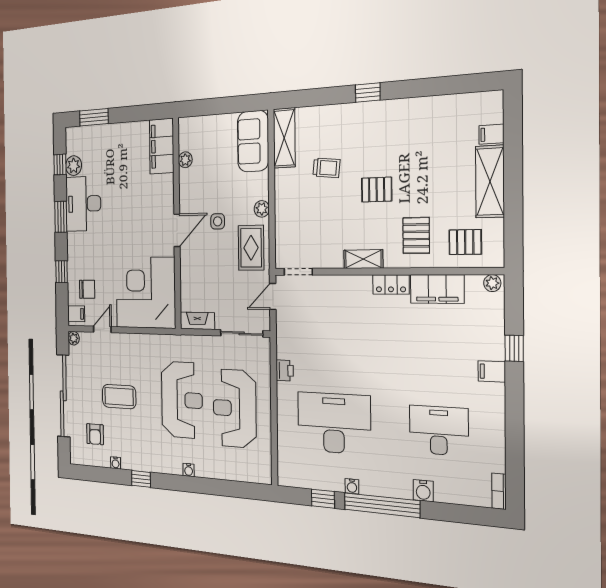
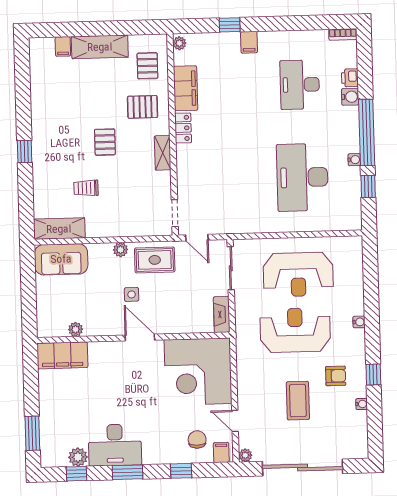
trolley: (326, 168) -> (86, 188), turned -96
printer: (285, 370) -> (350, 78), moved, turned -90
armchair: (95, 434) -> (336, 376), moved

